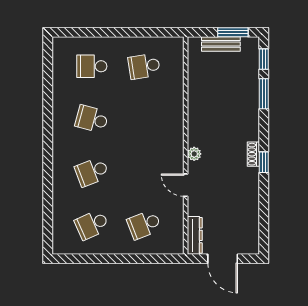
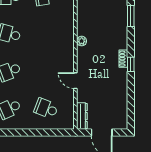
plant: (194, 154) -> (82, 41), moved
school desk: (144, 225) -> (46, 108), turned 42

